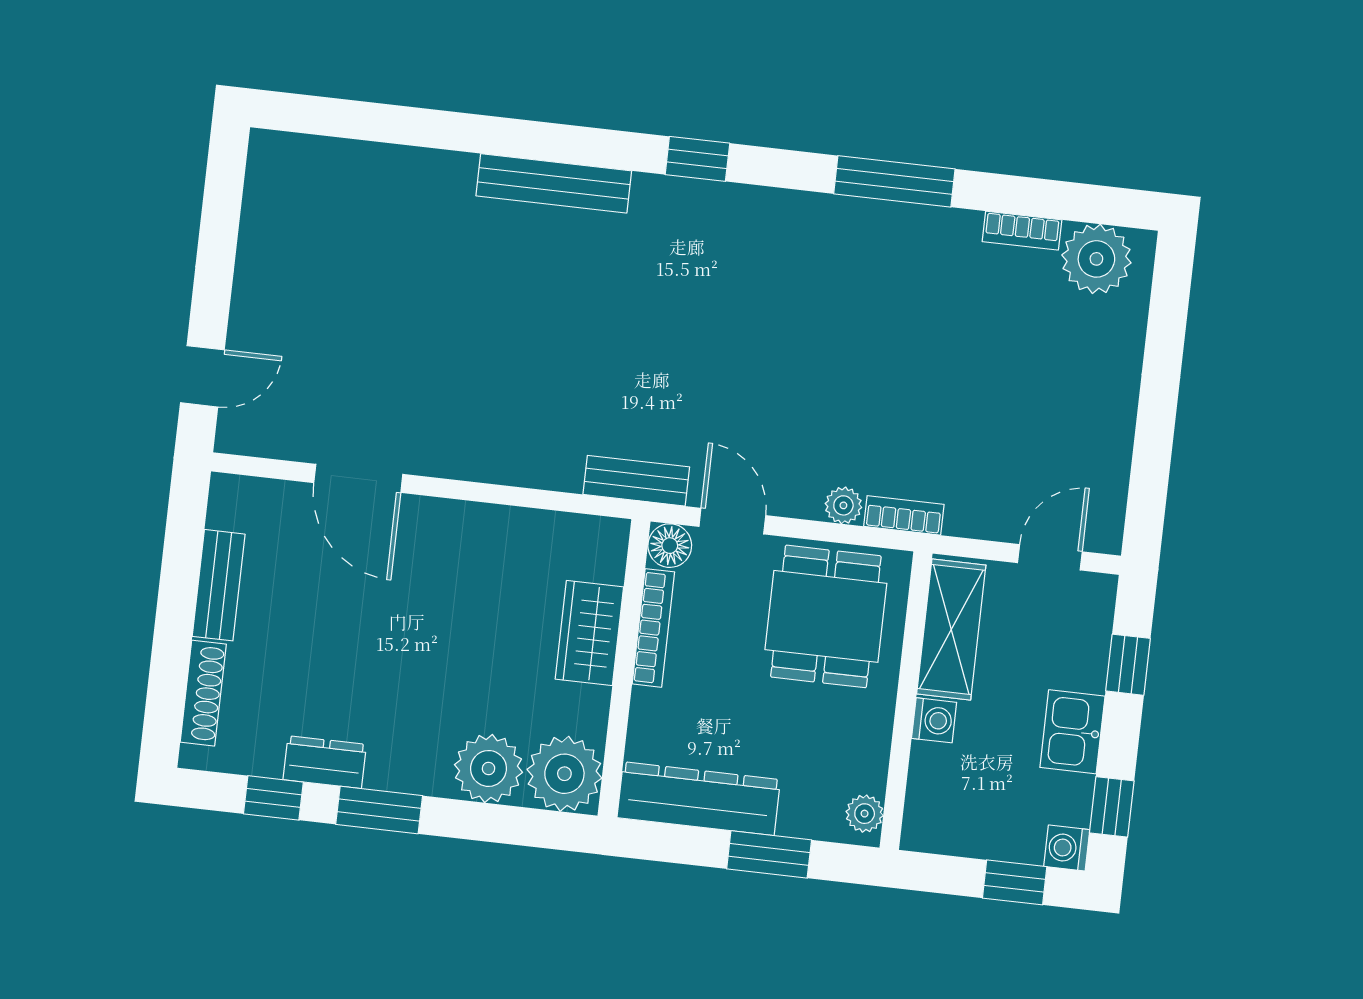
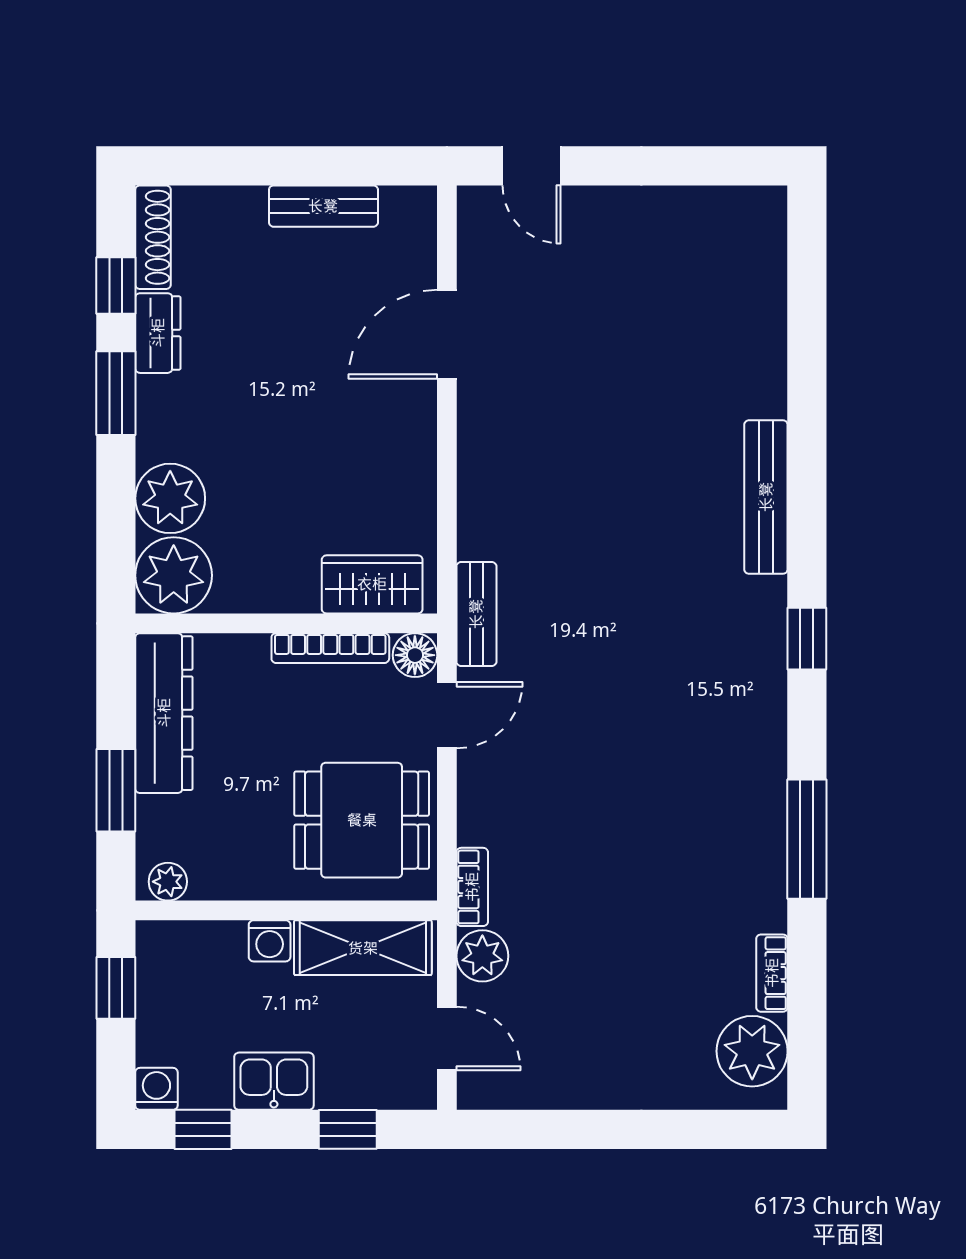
plant: (843, 505) -> (482, 956), moved, width x1.38, depth x1.38
wardrobe: (589, 633) -> (372, 584), moved
shoe rack: (203, 693) -> (153, 237), moved, turned -90
window: (1015, 882) -> (116, 988), moved

